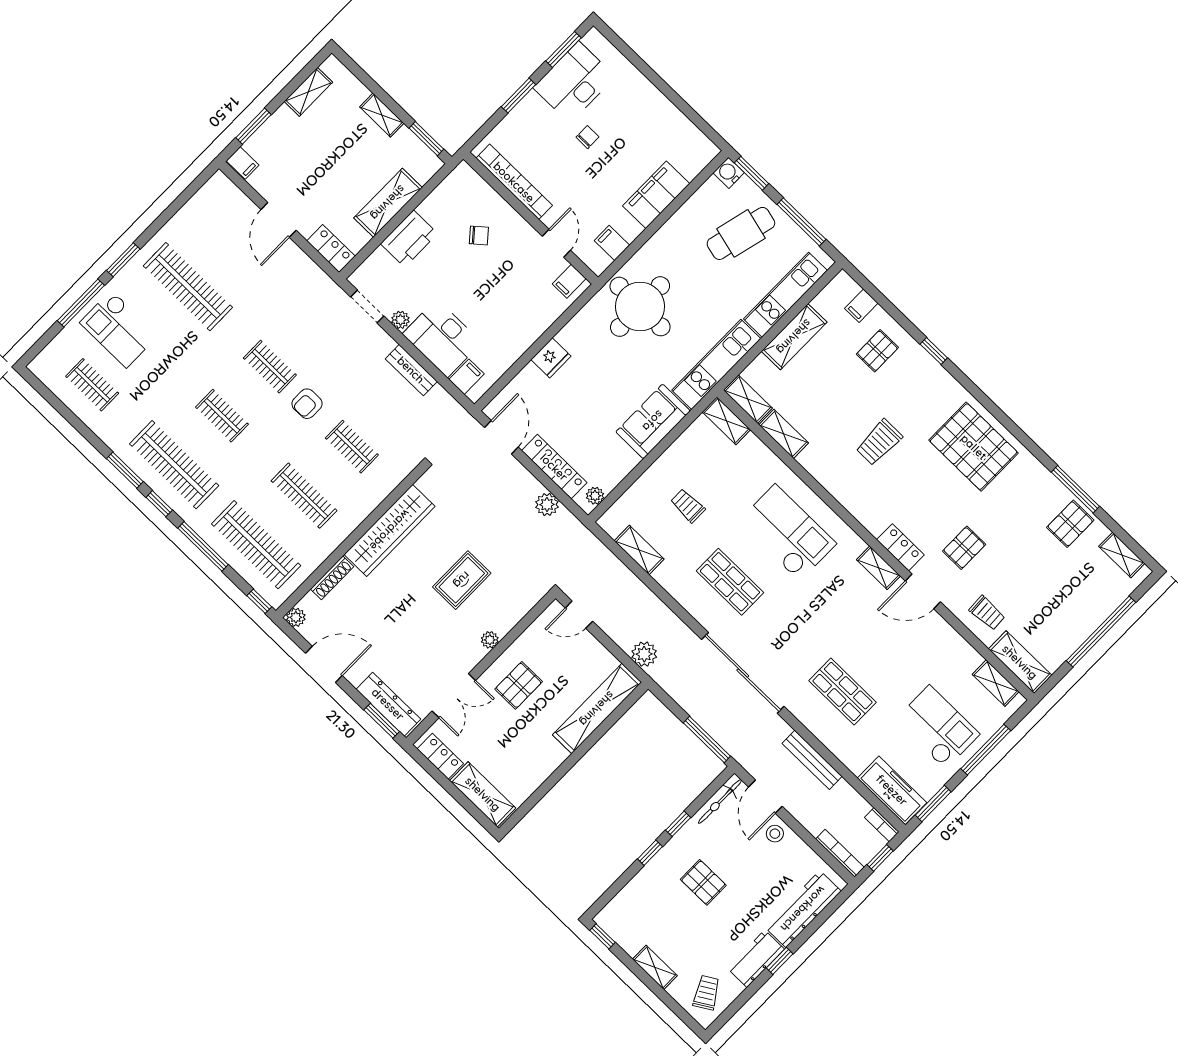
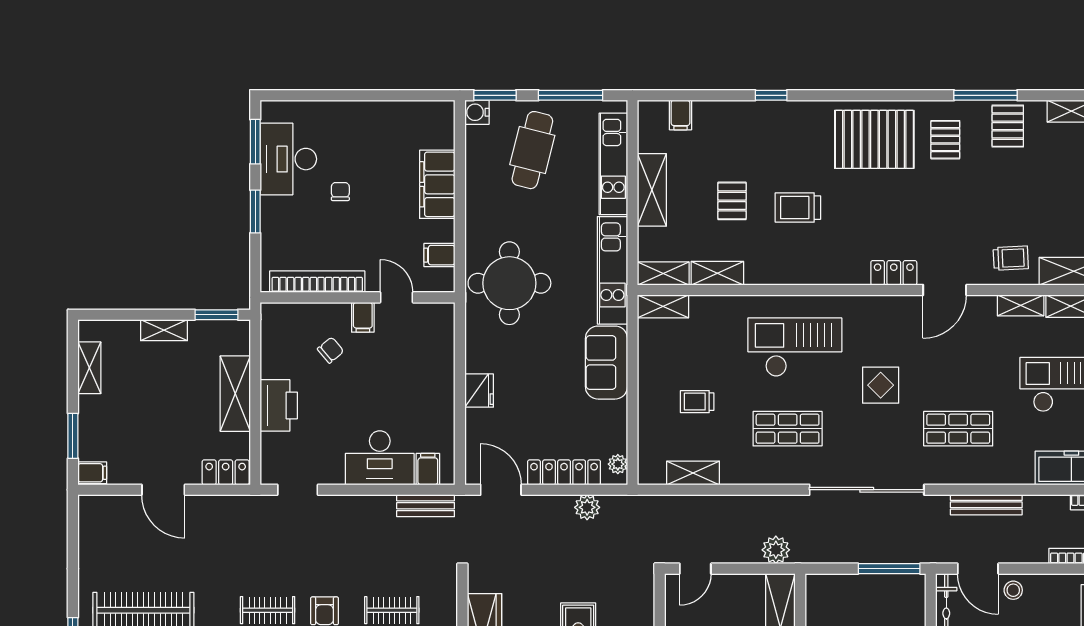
filing cabinet: (569, 281) -> (363, 317), moved
plant: (400, 320) -> (334, 475), removed
pallet: (877, 351) -> (732, 201), moved
bench: (411, 370) -> (426, 506), moved
trolley: (879, 442) -> (798, 208), turned 90
pallet: (964, 548) -> (945, 140), moved
shelving: (878, 568) -> (1021, 305), moved
display table: (819, 613) -> (881, 385), added

